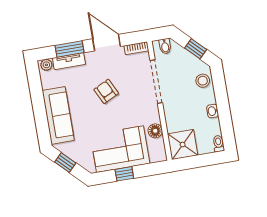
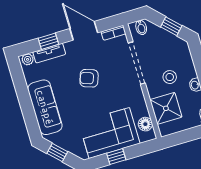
window: (70, 49) -> (48, 41), width x0.67
stool: (203, 81) -> (170, 77), moved
armchair: (106, 91) -> (89, 78), turned -45
floor lamp: (155, 131) -> (145, 124), moved
shower: (183, 145) -> (166, 108), moved

